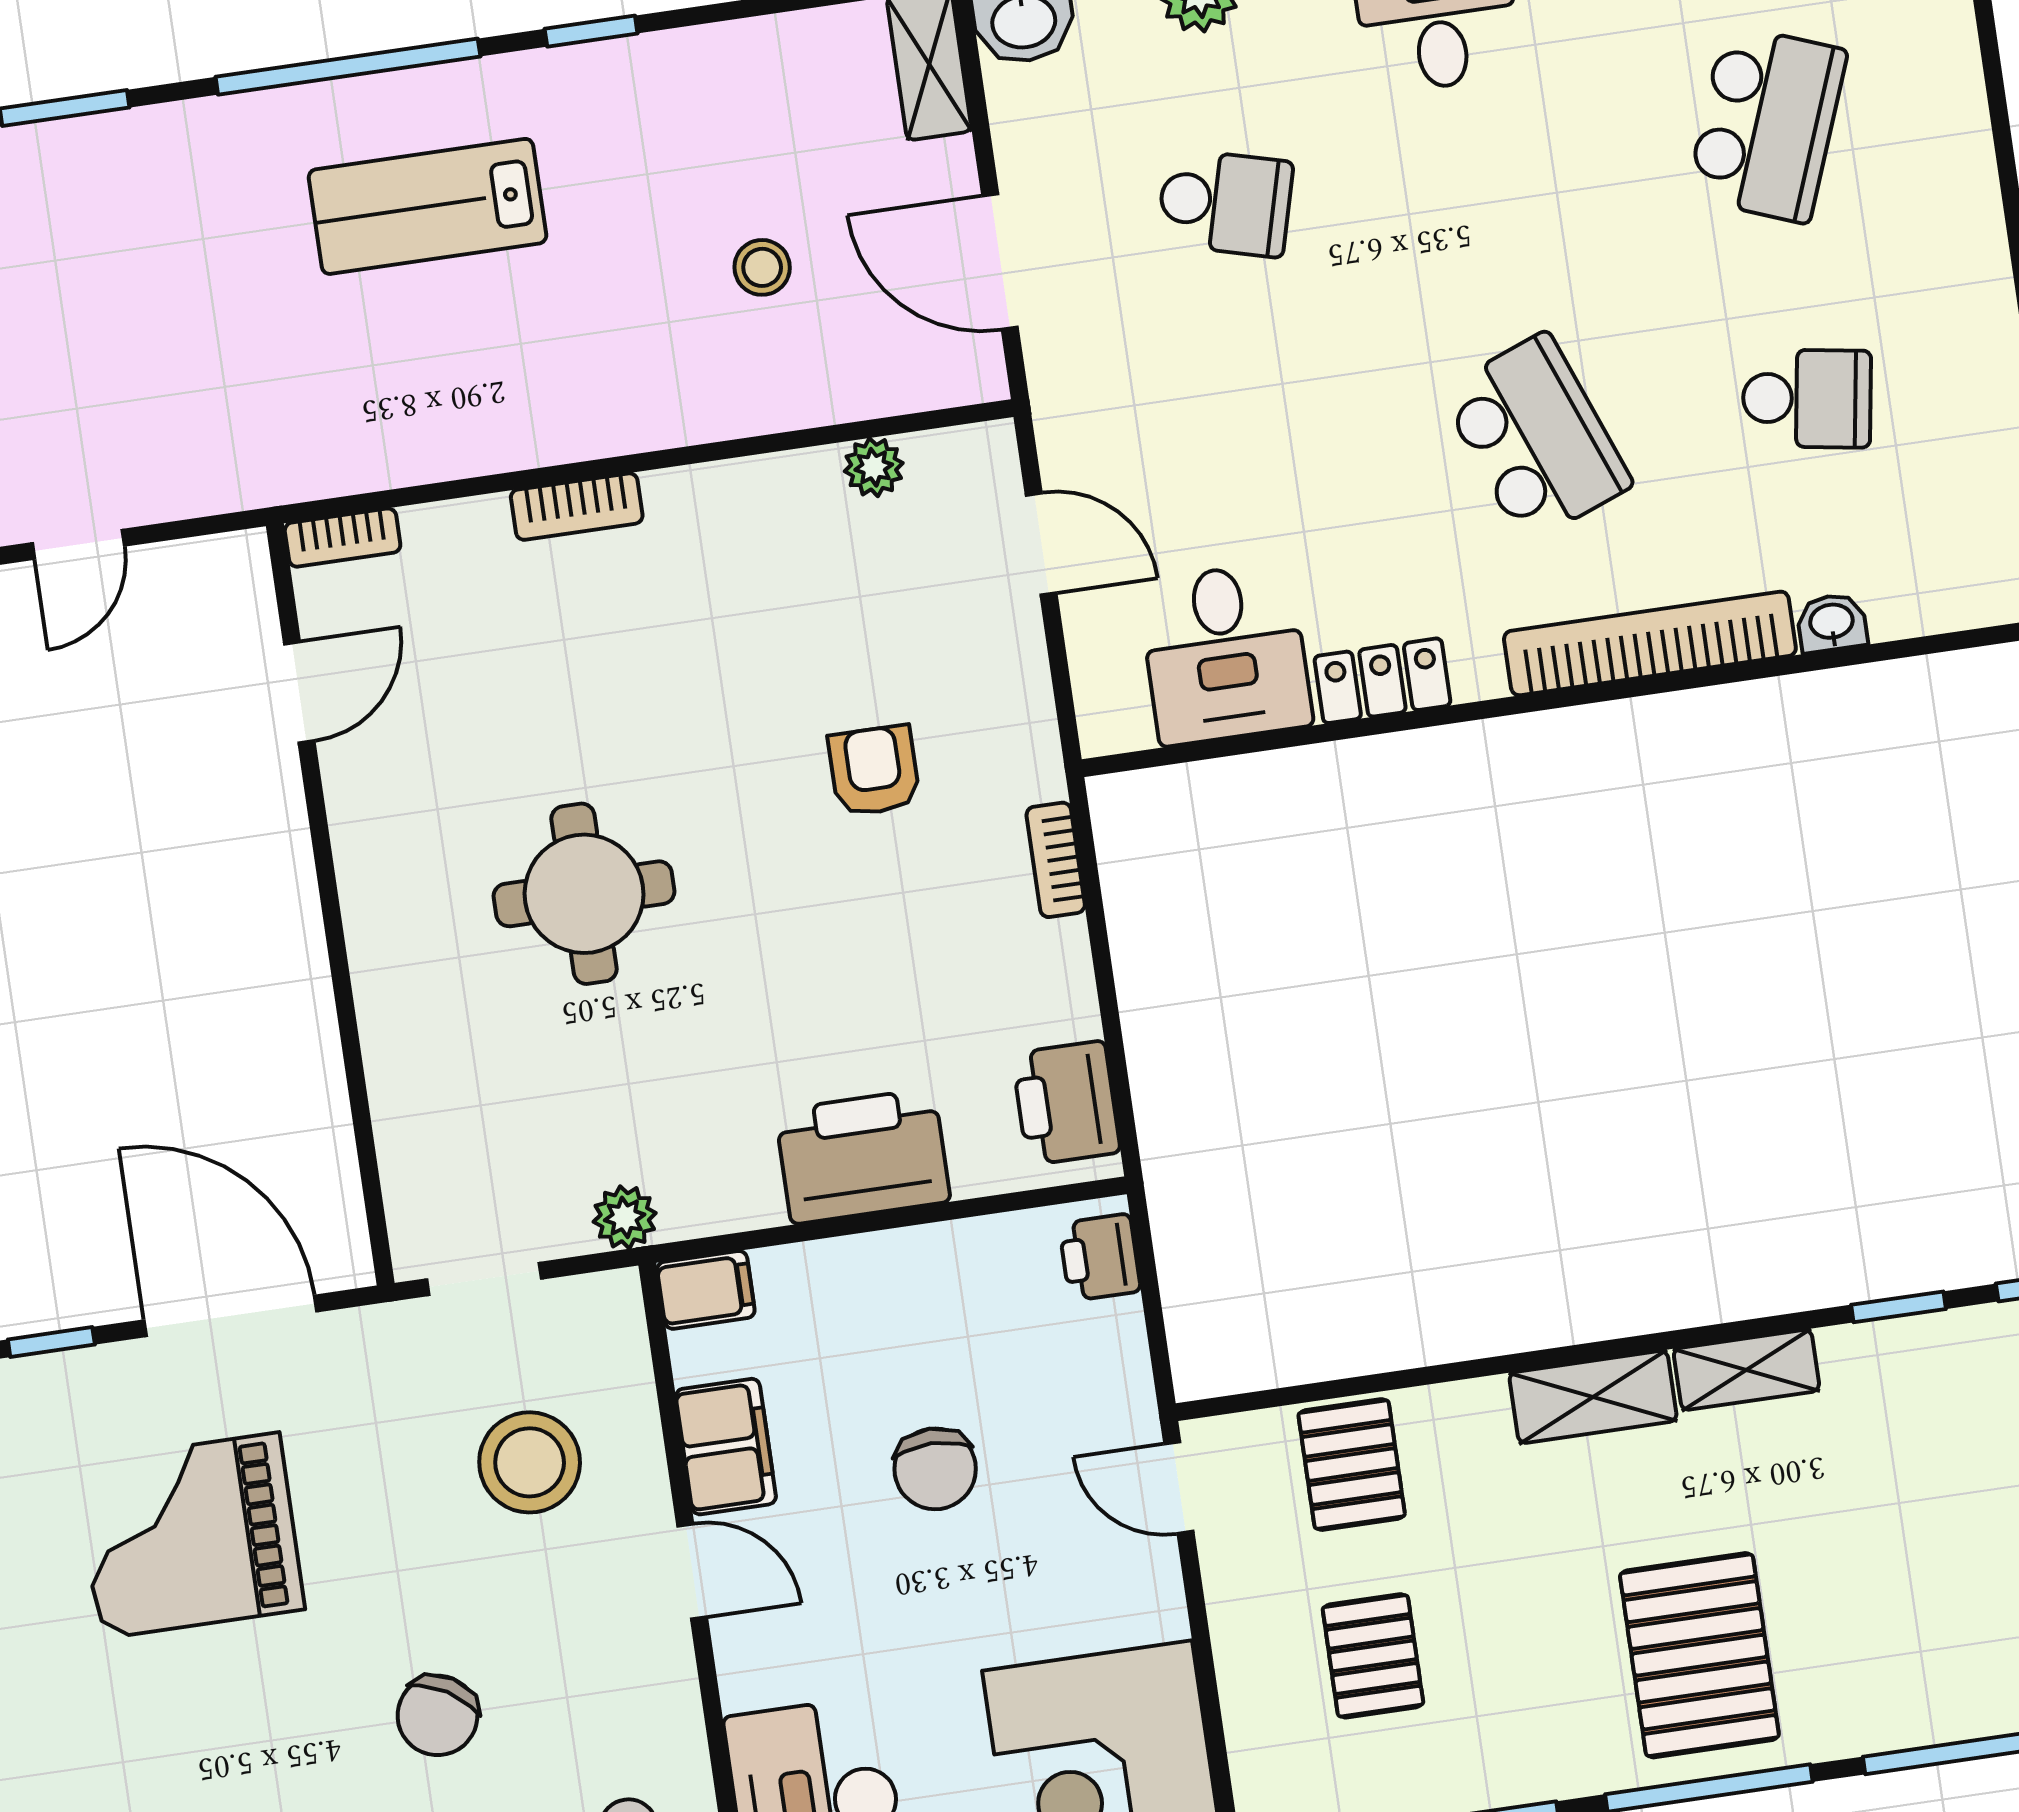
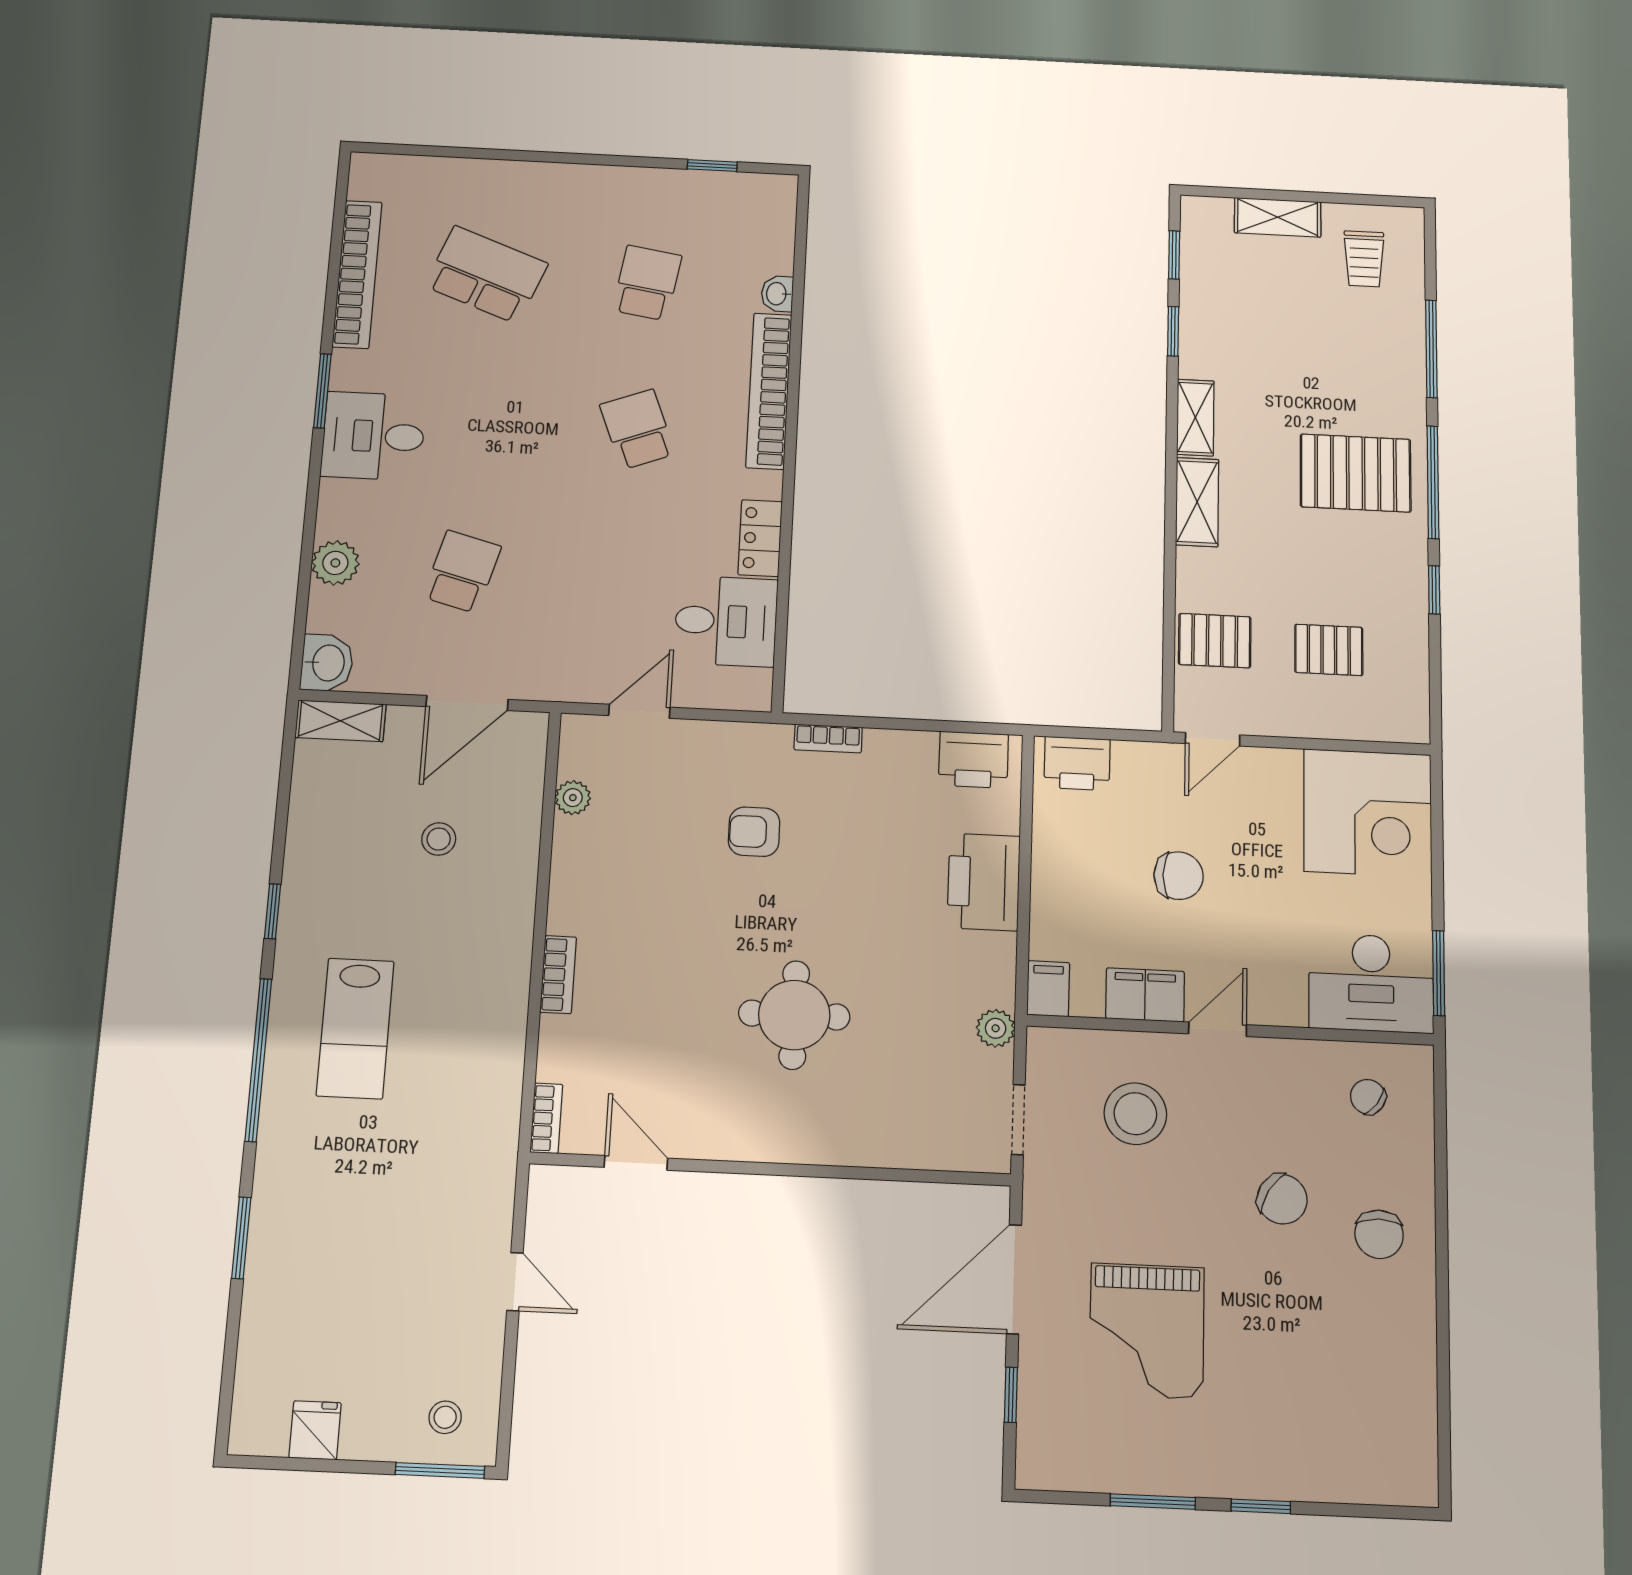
school desk: (1536, 438) -> (637, 429), width x0.54
printer: (1100, 1257) -> (1077, 763), width x1.36, depth x1.24

